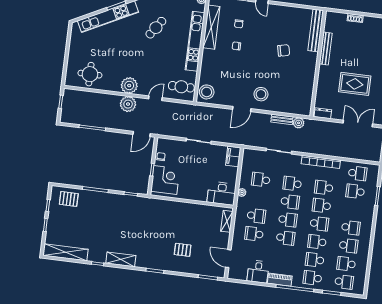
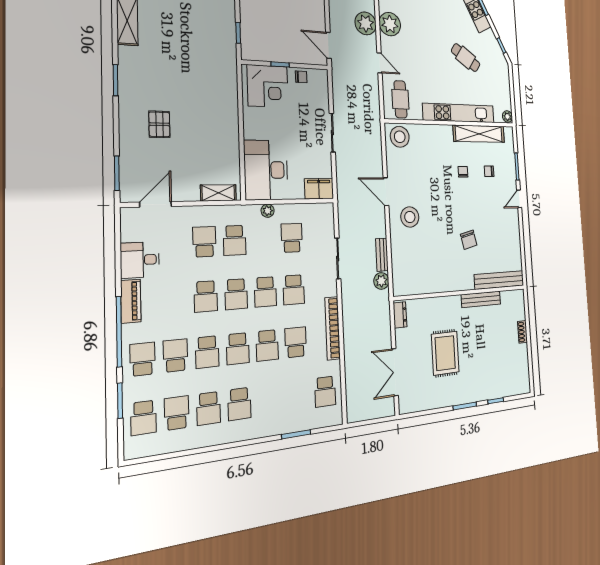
double door: (358, 124) -> (395, 372), swing flipped
school desk: (292, 184) -> (294, 290), turned 180
school desk: (355, 191) -> (298, 396), removed
desk: (222, 193) -> (266, 170), width x1.36, depth x1.30
school desk: (322, 206) -> (267, 345), turned 180
school desk: (317, 242) -> (207, 352), turned 180

